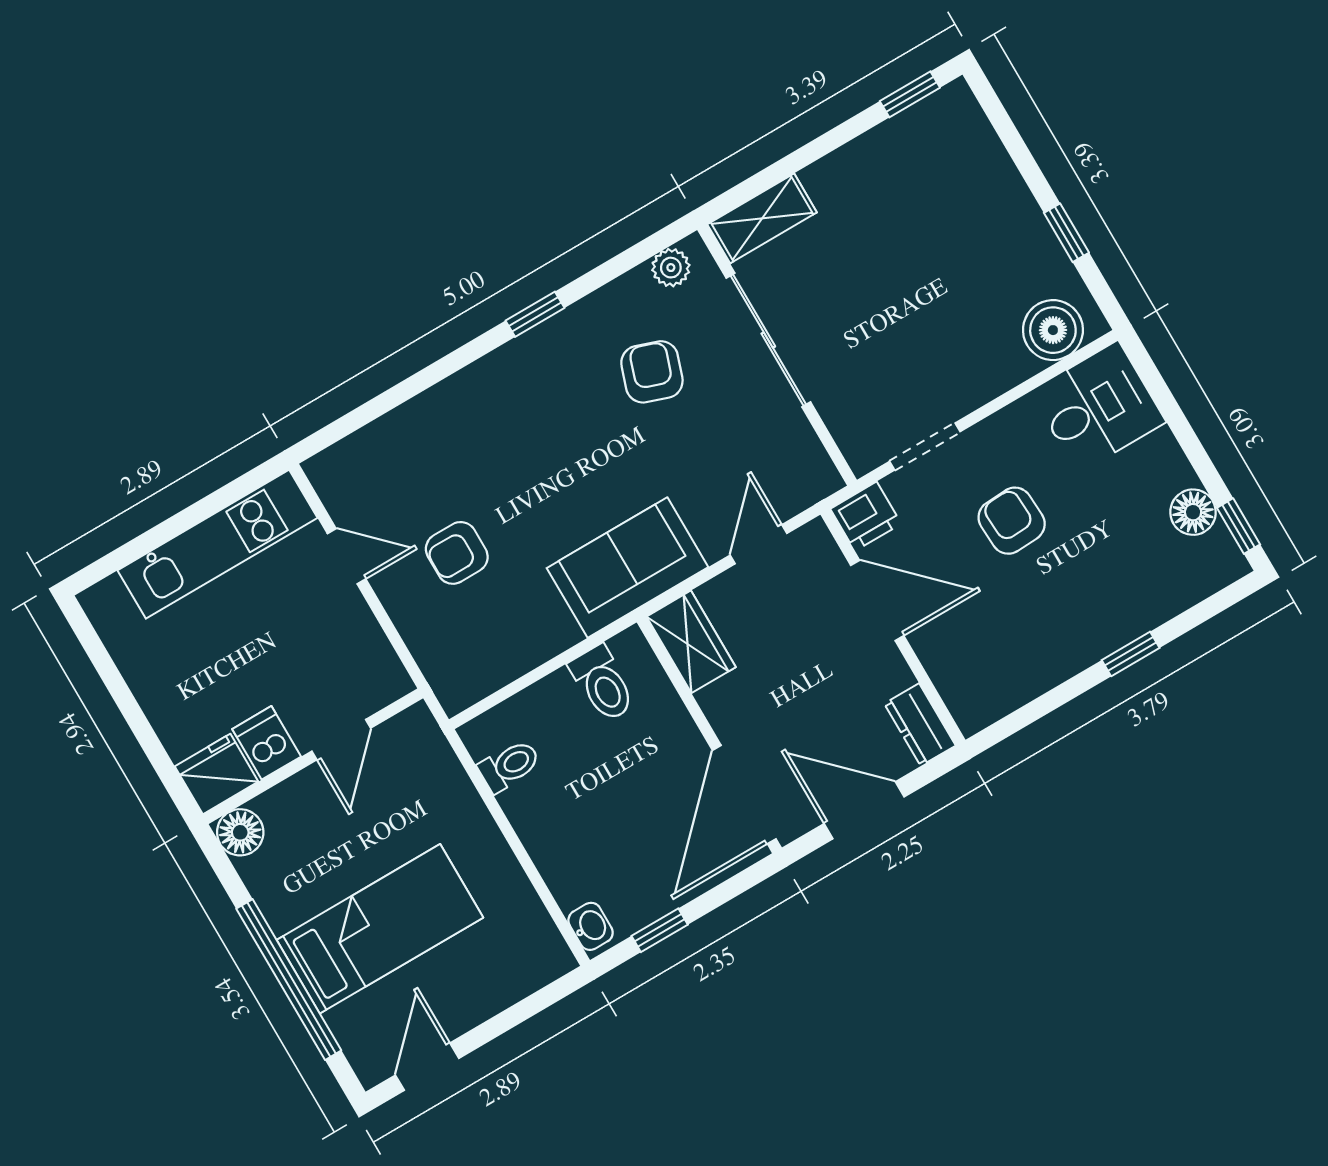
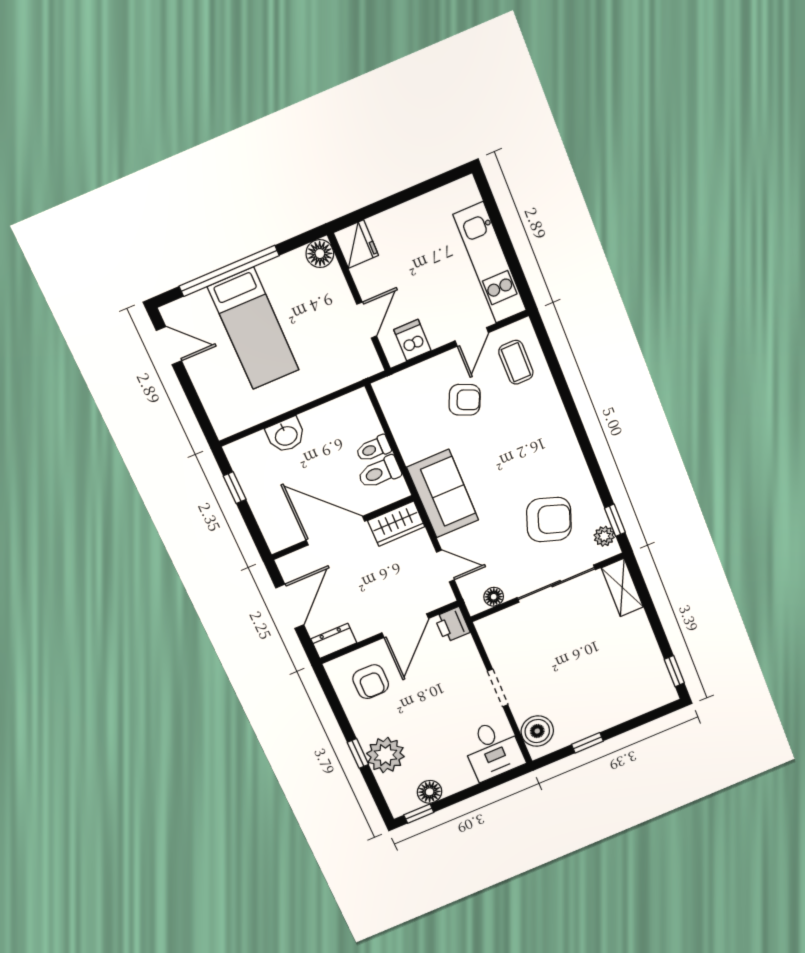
window: (535, 314) -> (615, 520), moved
armchair: (652, 372) -> (549, 520), width x1.38, depth x1.38
doorway: (925, 447) -> (498, 688), moved
floor lamp: (805, 449) -> (494, 597), added
coffee table: (381, 474) -> (516, 362), added
armchair: (1012, 521) -> (371, 682), moved, turned 93
armchair: (457, 553) -> (465, 400), turned 114
plant: (1129, 603) -> (385, 755), added
door: (341, 740) -> (367, 320), swing flipped
dishwasher: (267, 743) -> (412, 340), moved, turned -90
toilet: (509, 766) -> (373, 449), moved, turned 90
door: (744, 795) -> (335, 531), moved
washbasin: (591, 926) -> (286, 435), moved, width x1.38, depth x1.45

